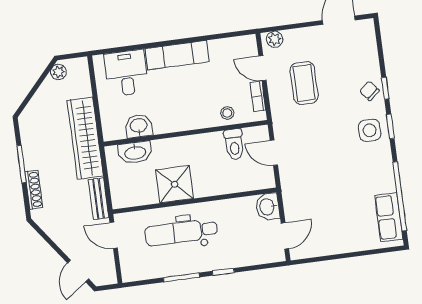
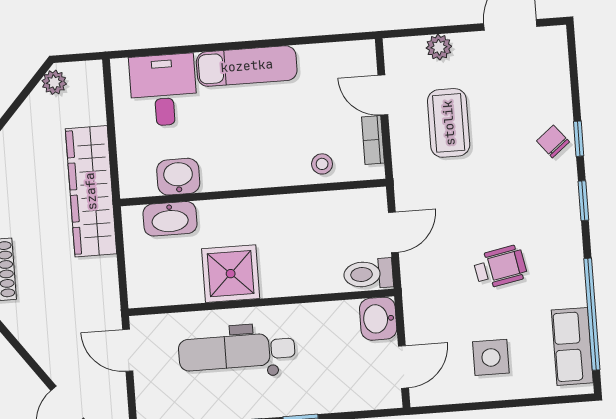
plant: (275, 39) -> (439, 47), moved
side table: (370, 130) -> (491, 357), moved
toilet: (234, 144) -> (368, 274), moved, turned 90
door: (274, 153) -> (393, 232), swing flipped
wheelchair: (341, 170) -> (500, 267), added
bench: (99, 199) -> (107, 290), removed

